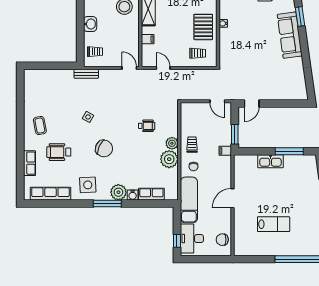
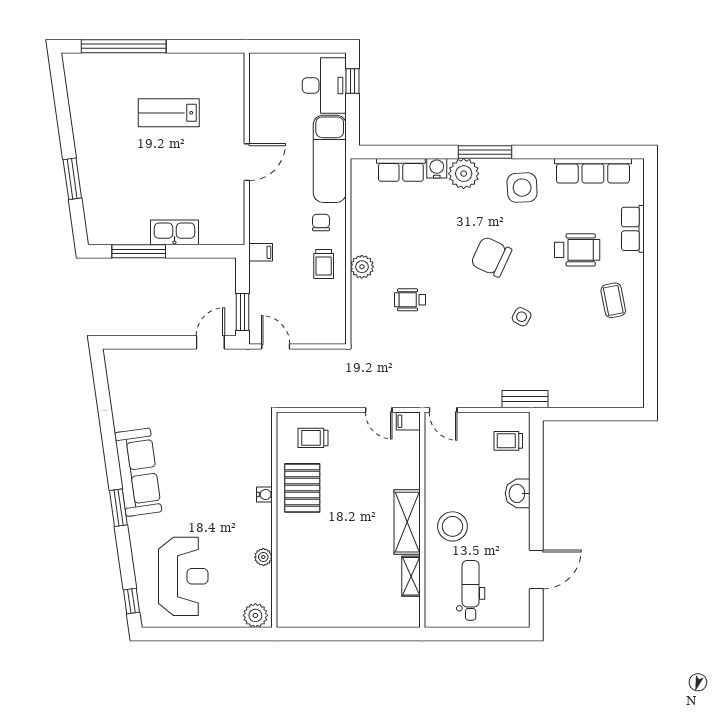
filing cabinet: (148, 39) -> (408, 421), moved
window: (235, 134) -> (242, 312), moved
plant: (169, 159) -> (367, 236), removed
chair: (222, 240) -> (266, 83), removed

